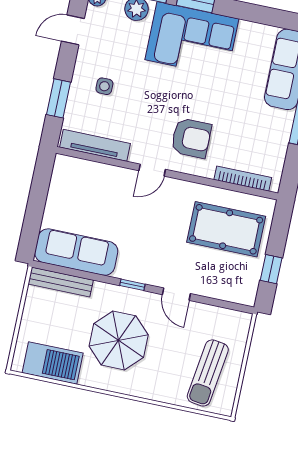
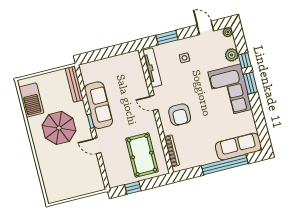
sofa: (76, 252) -> (99, 105), moved
door: (176, 294) -> (97, 146), hinge flipped
sun lounger: (208, 373) -> (65, 181), removed

